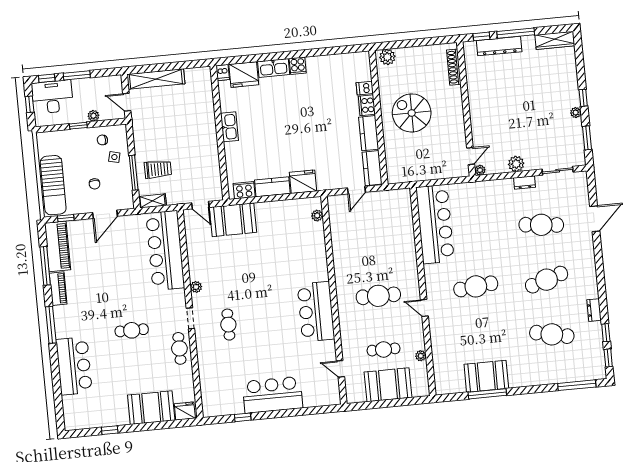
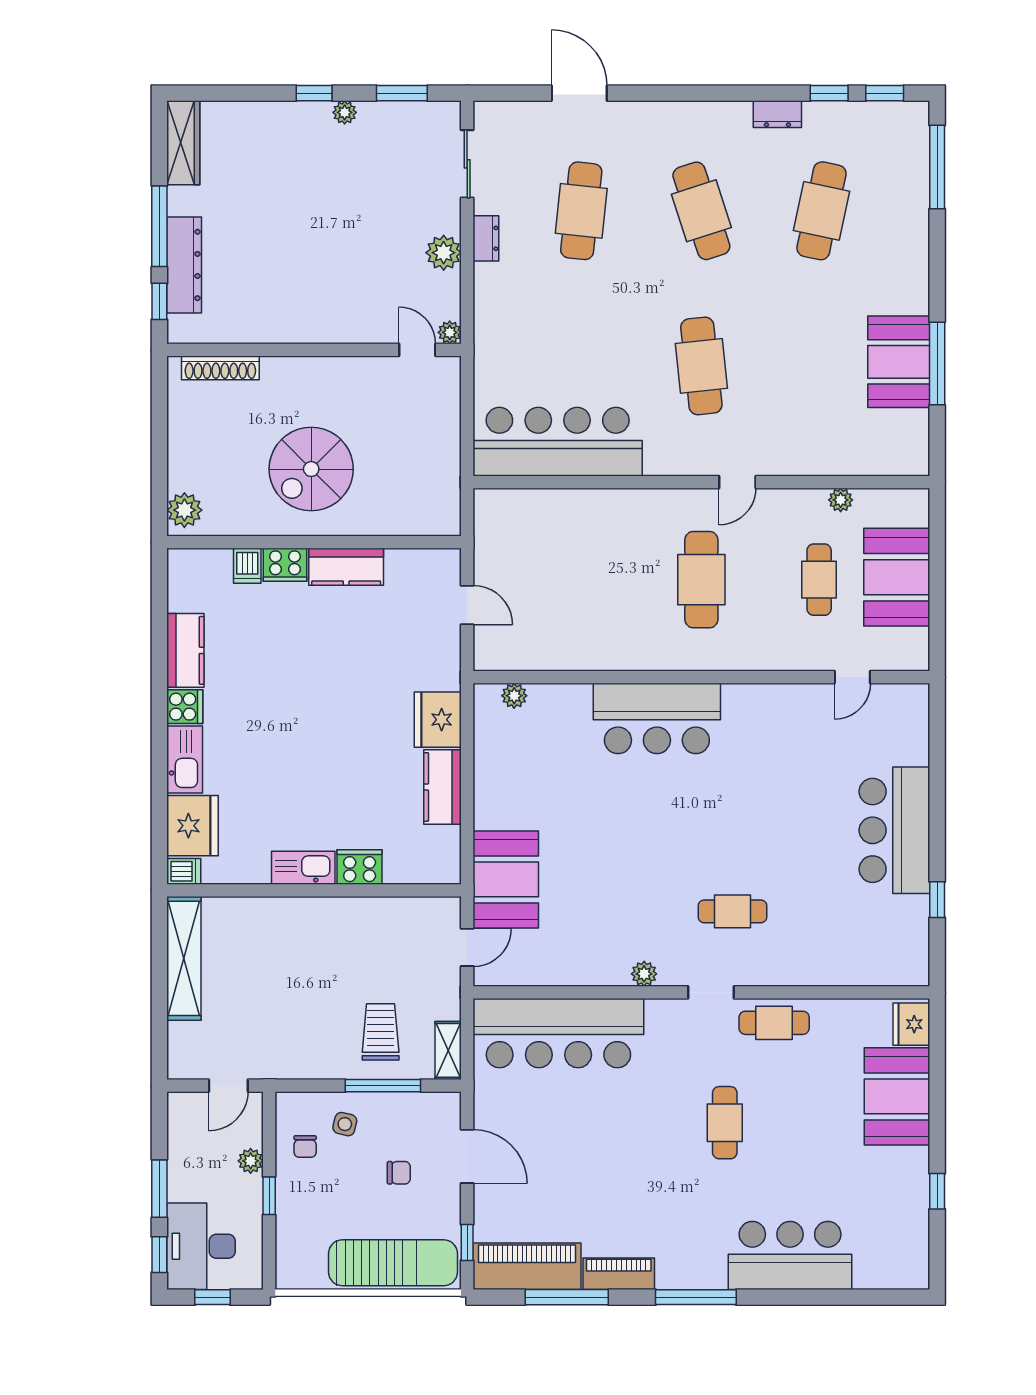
shelving: (156, 79) -> (184, 958), moved
kitchen counter: (372, 168) -> (185, 650), moved, turned -90
cooker: (244, 190) -> (360, 867), moved, turned 90
bar counter: (316, 312) -> (657, 718), moved

